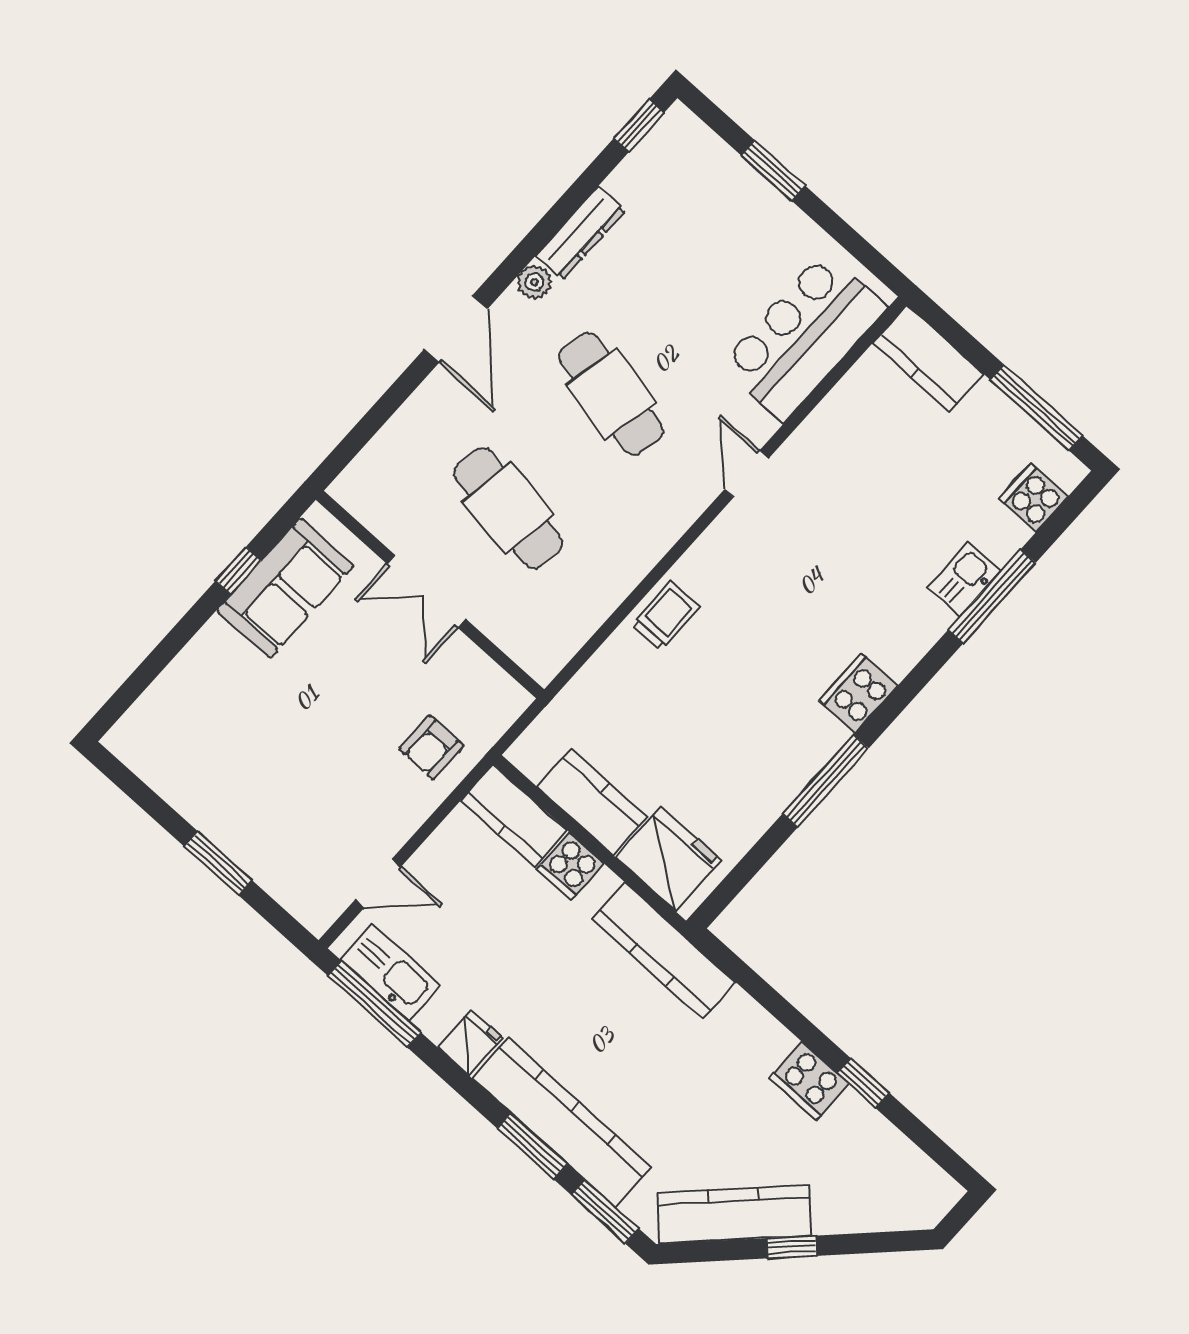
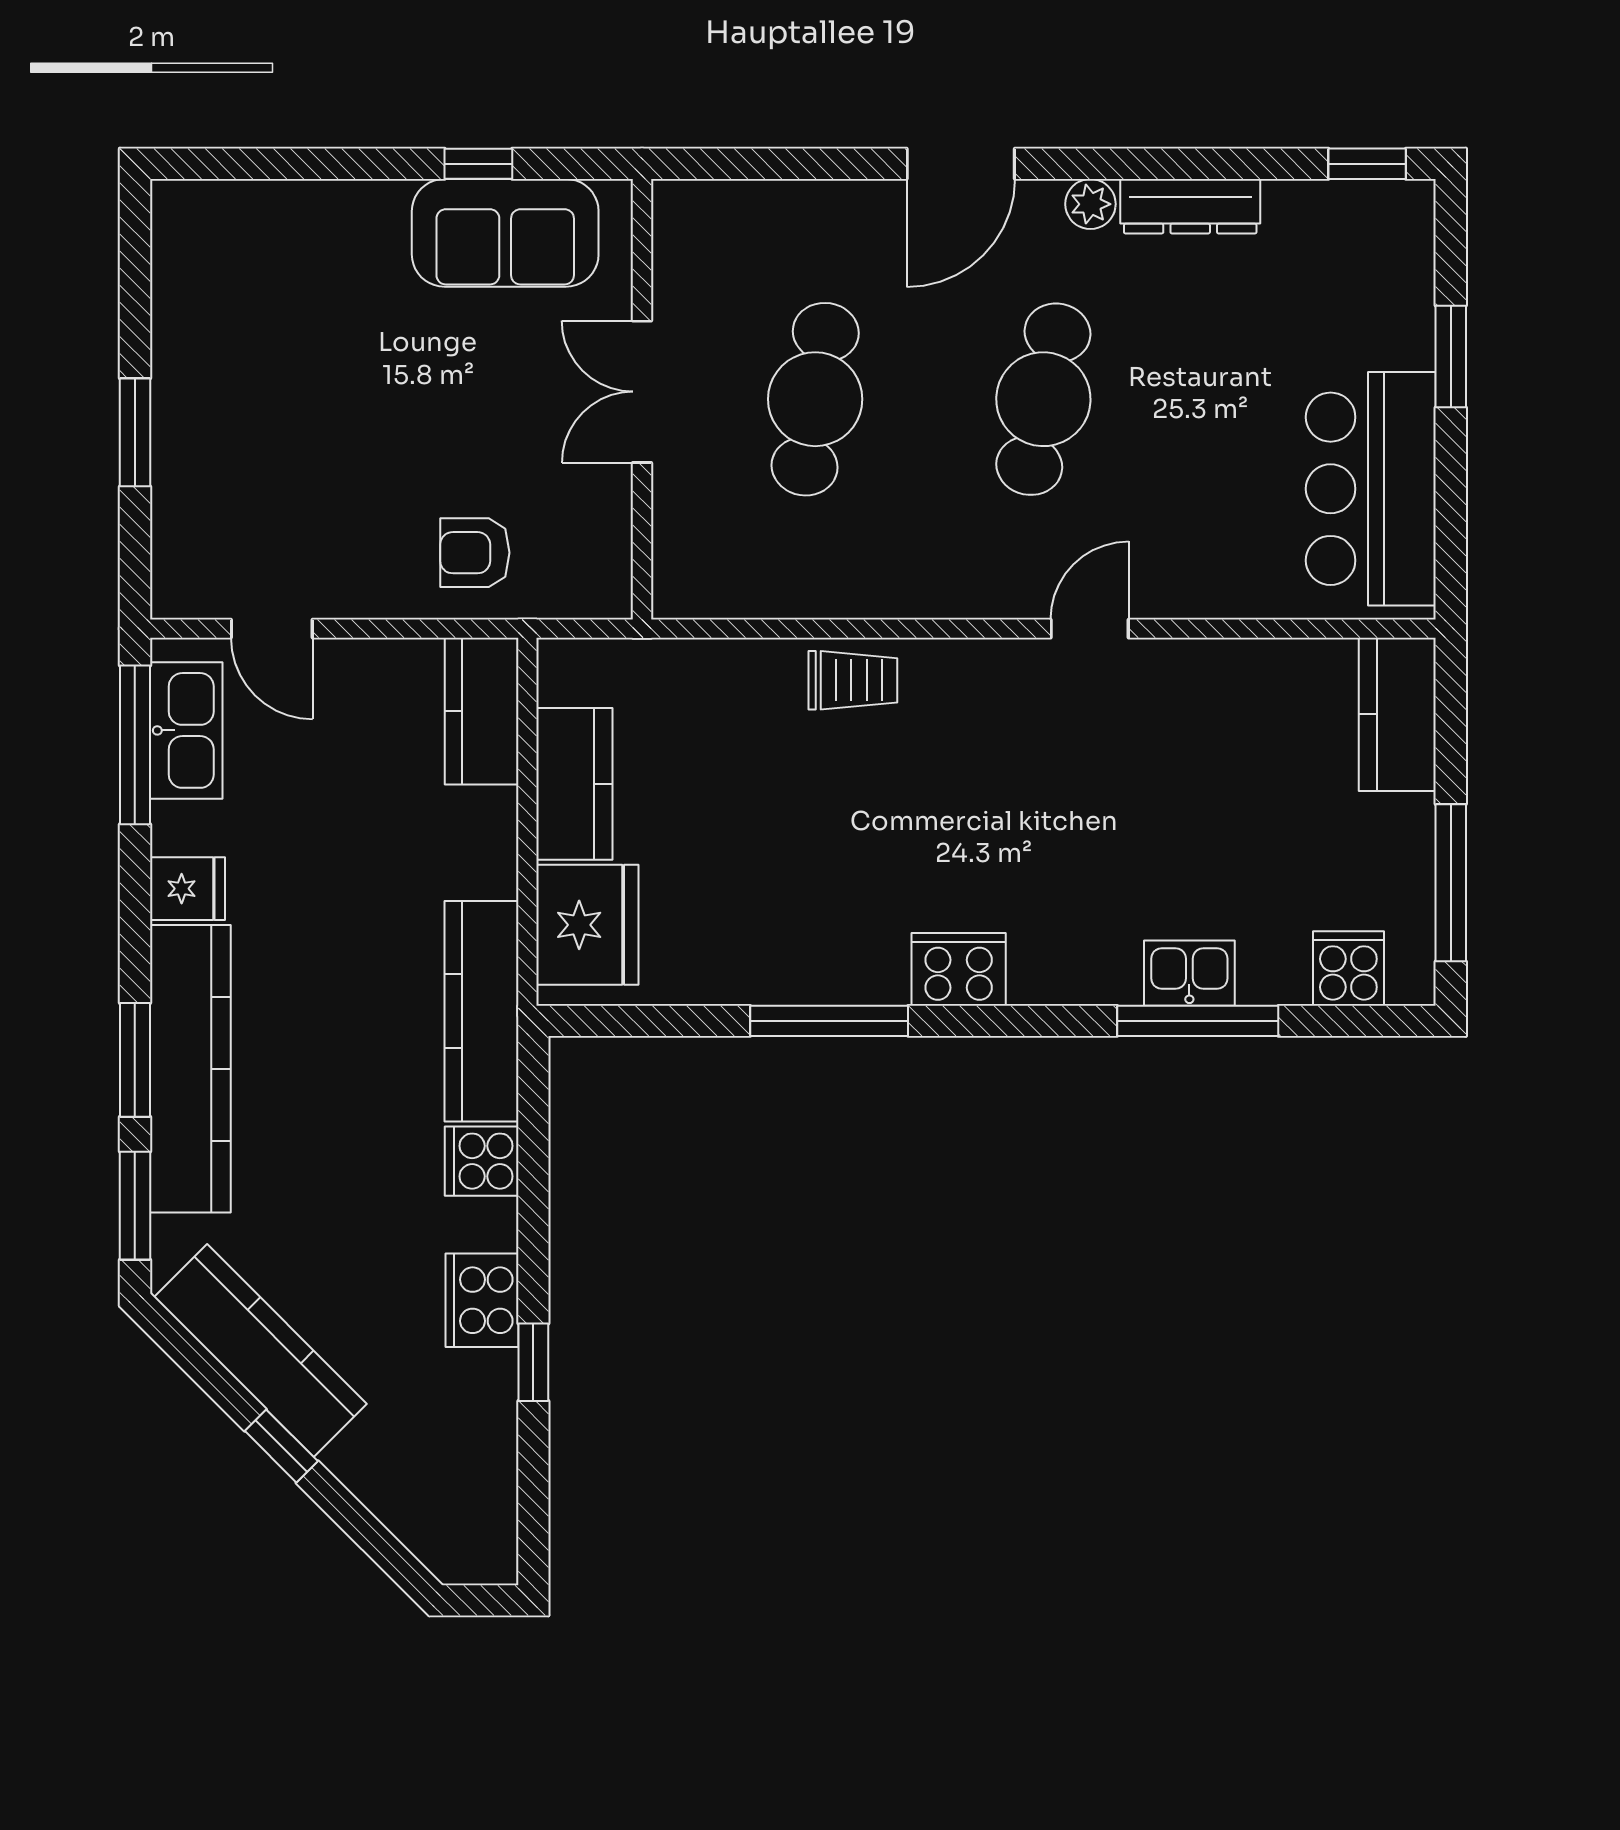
bar counter: (803, 336) -> (1371, 489), moved, turned -90
cooker: (570, 866) -> (482, 1161), moved

